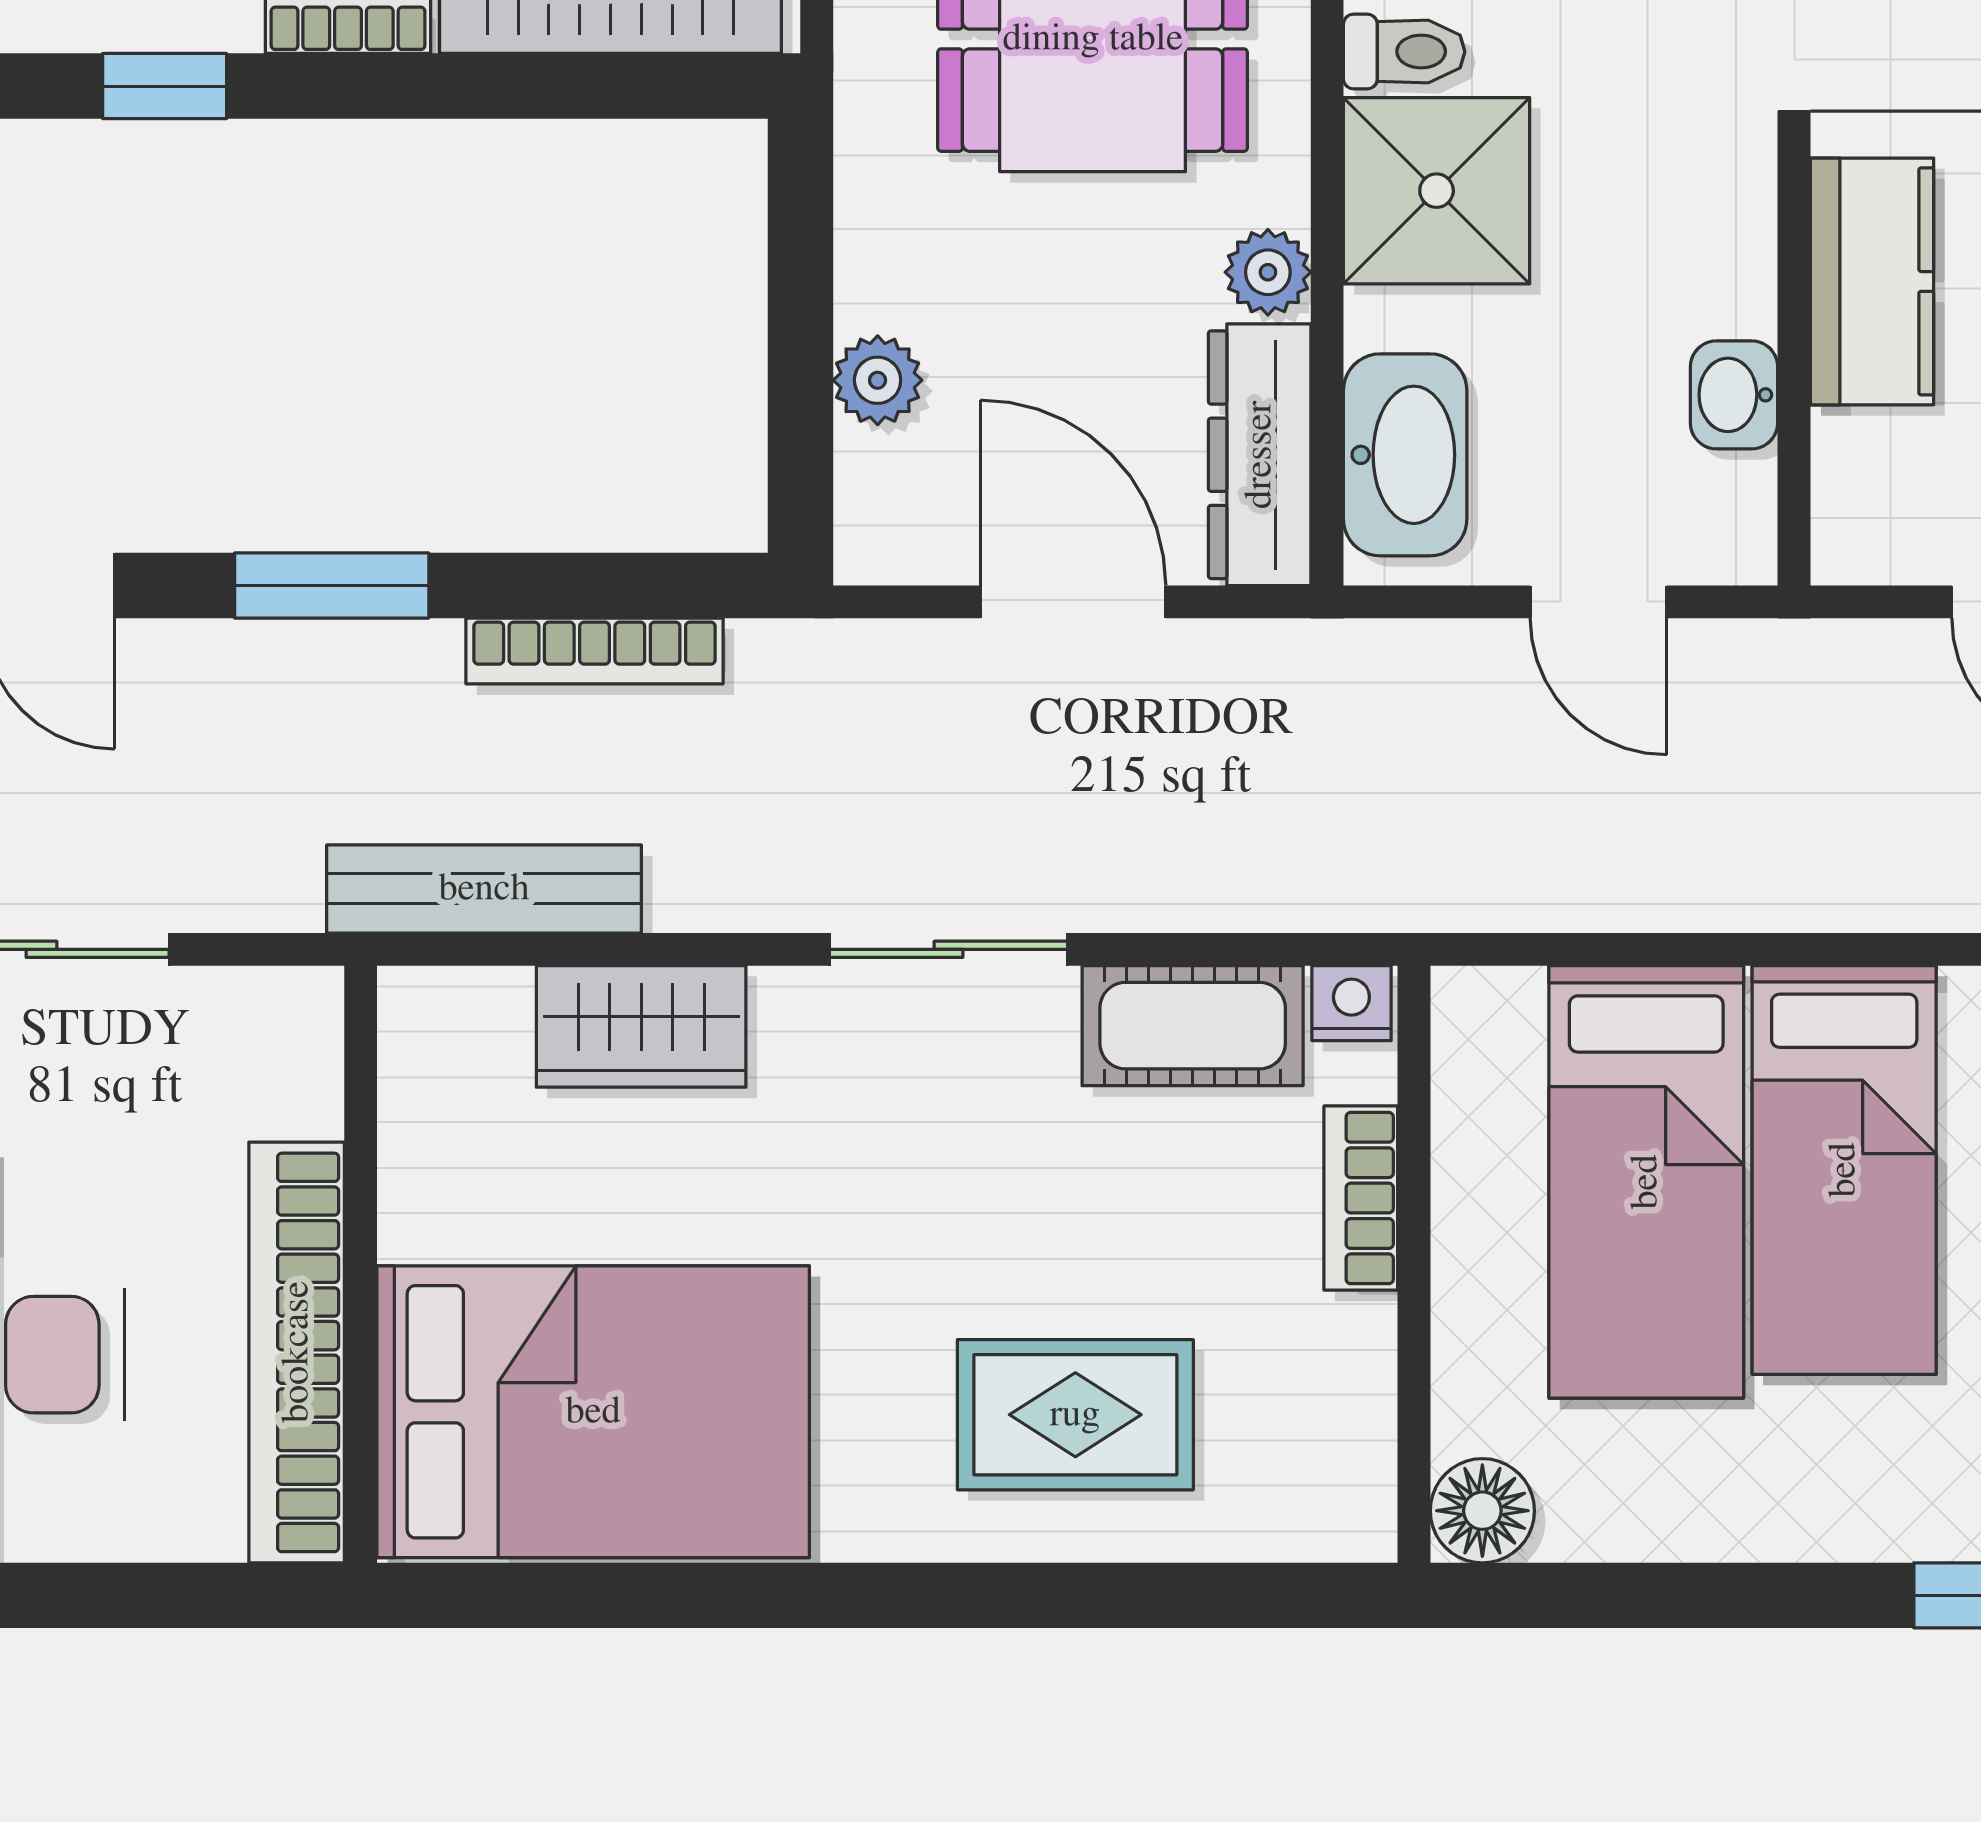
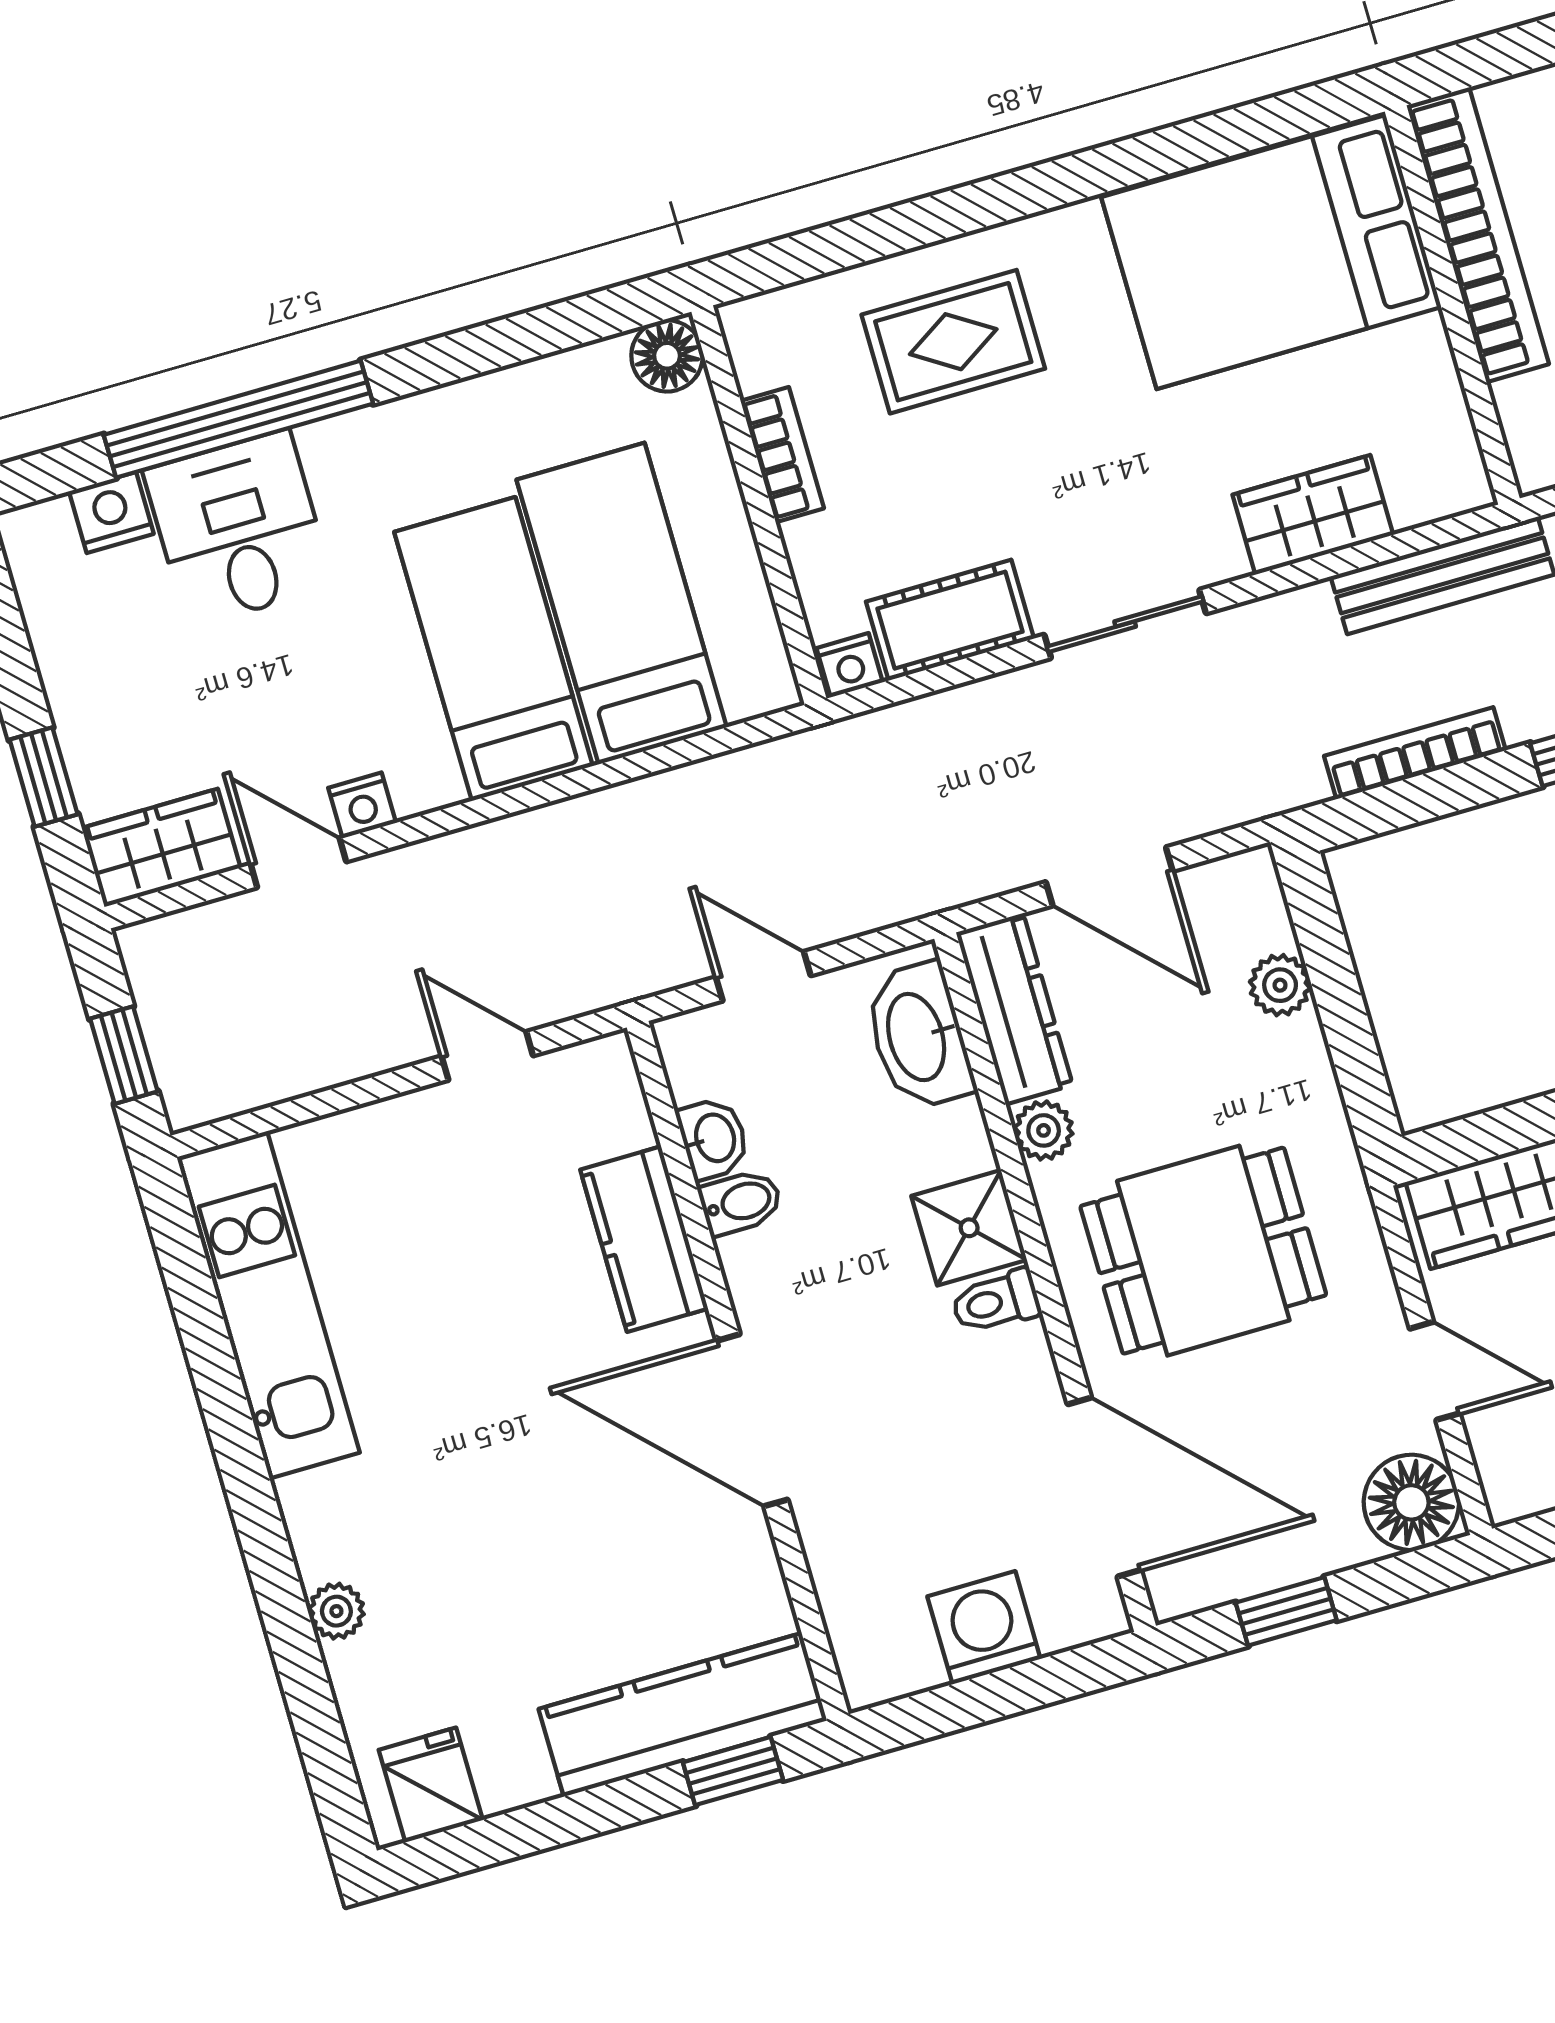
shower: (1437, 191) -> (969, 1228), width x0.73, depth x0.73
bidet: (1722, 294) -> (741, 1202), added
bookcase: (1361, 1198) -> (782, 455), moved

